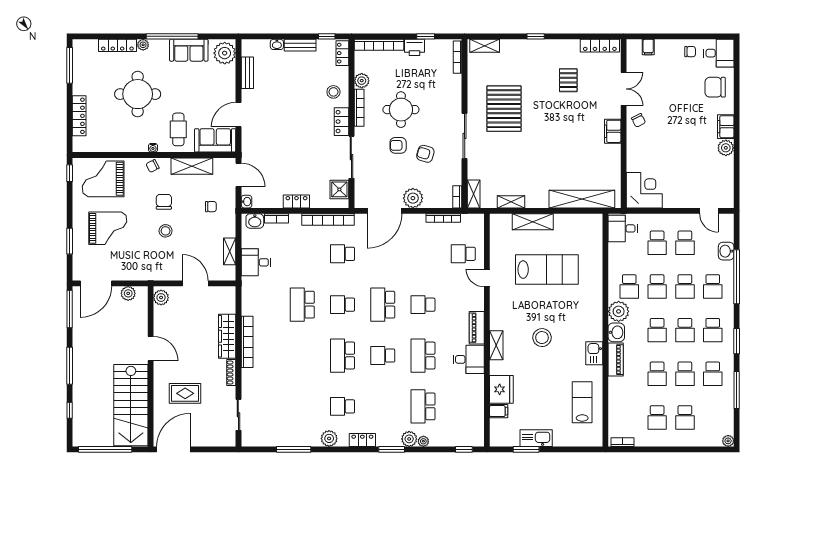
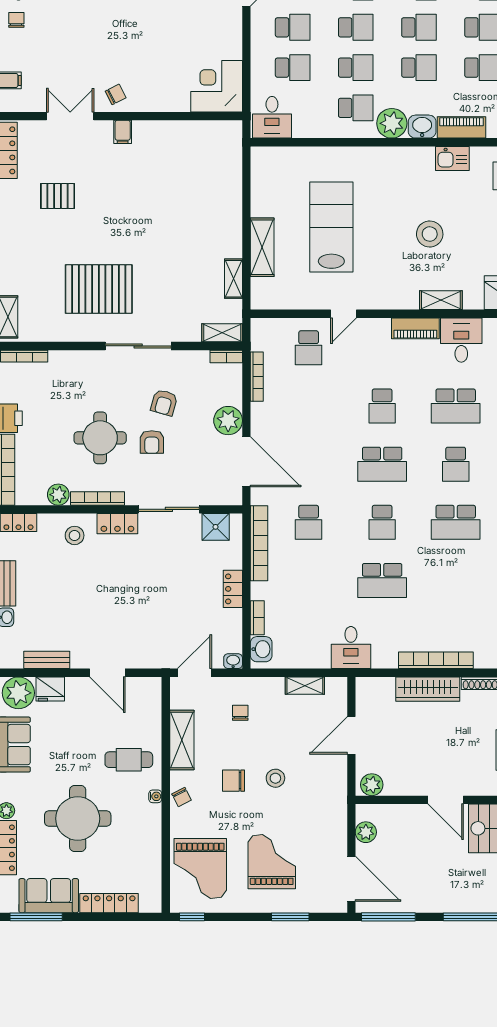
fridge: (227, 75) -> (50, 689), added
filing cabinet: (613, 131) -> (123, 132), width x0.50
sofa: (215, 140) -> (49, 896), moved, turned 90
shelving: (582, 199) -> (229, 176), removed
desk: (256, 262) -> (351, 648), moved
door: (151, 349) -> (446, 800), swing flipped

